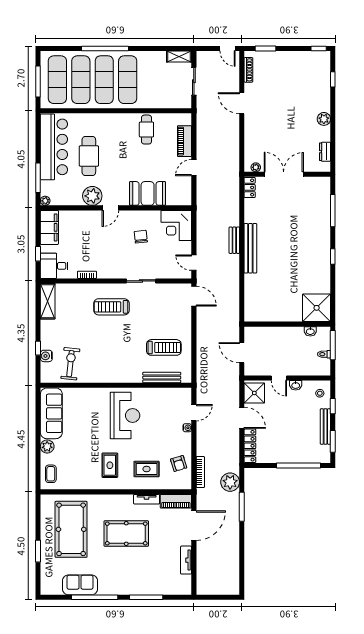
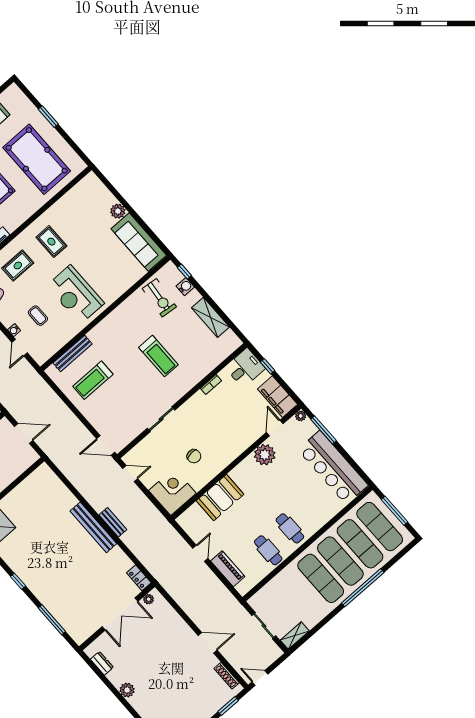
cafe table: (89, 156) -> (290, 528), moved, width x0.73, depth x0.74
door: (110, 208) -> (275, 428), moved
shelving: (48, 301) -> (211, 317), moved
treadmill: (111, 307) -> (158, 356), moved, turned 90
window: (38, 348) -> (184, 272), moved
coffee table: (51, 474) -> (38, 316), moved

